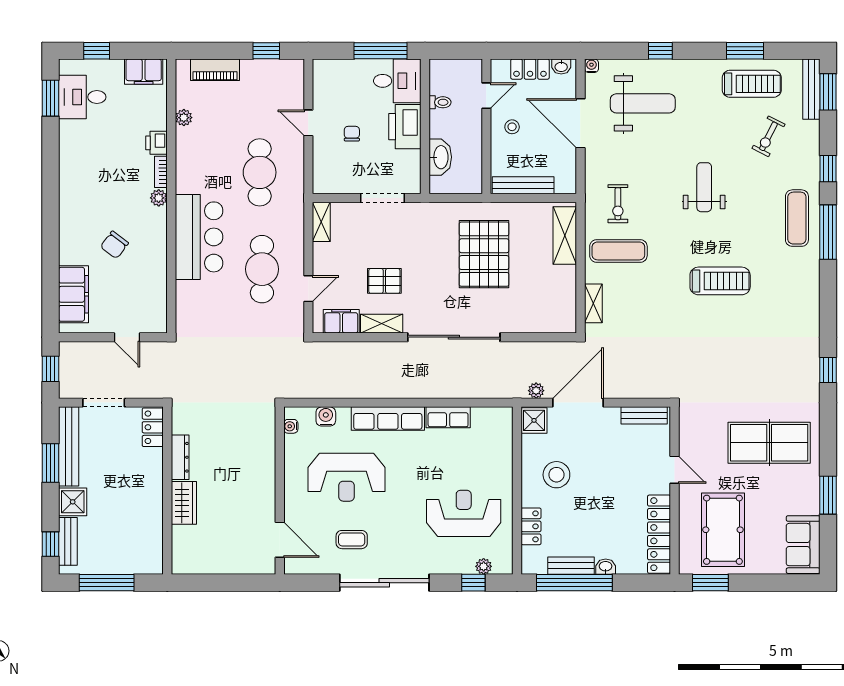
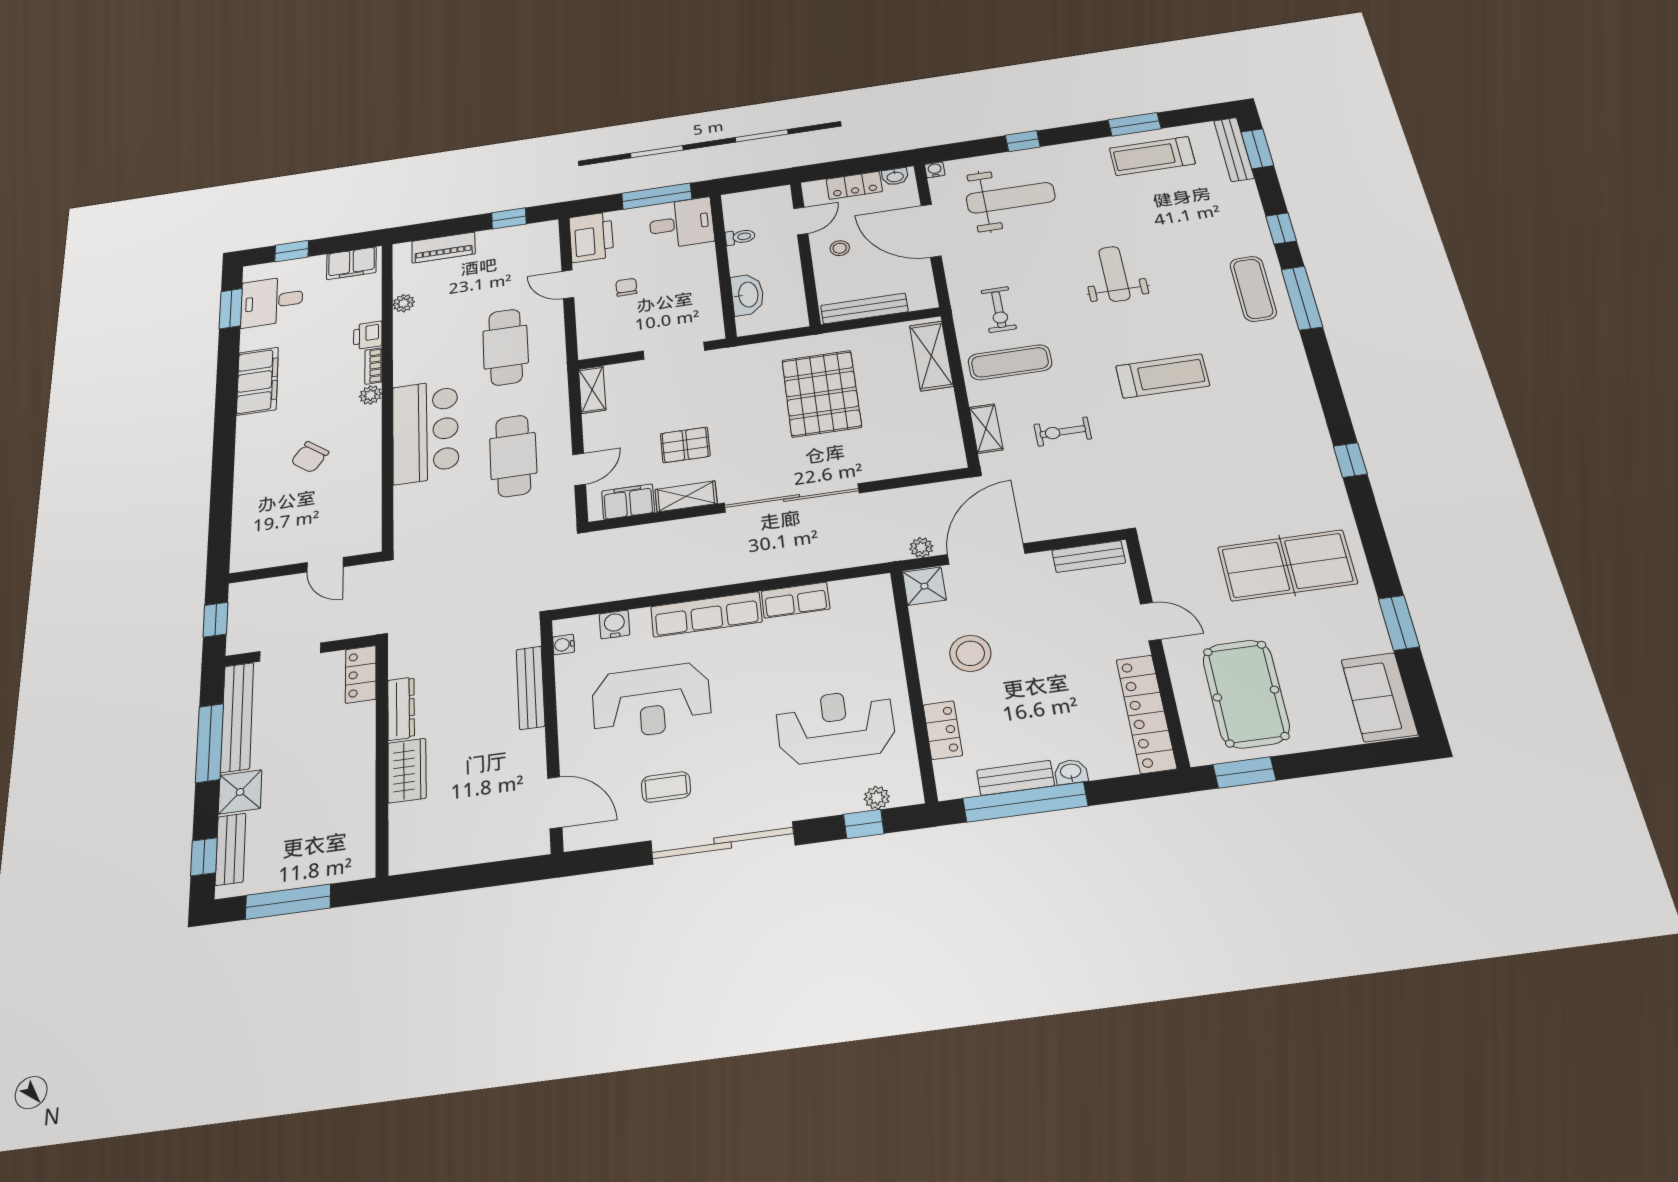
treadmill: (752, 84) -> (1152, 156), turned 180
printer: (405, 127) -> (591, 237), moved, turned 180
exercise bike: (768, 136) -> (1063, 432), moved, turned 63
filing cabinet: (74, 294) -> (257, 381), moved
bench: (267, 455) -> (530, 688), added
window: (51, 463) -> (210, 743), width x1.44

